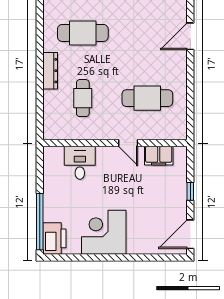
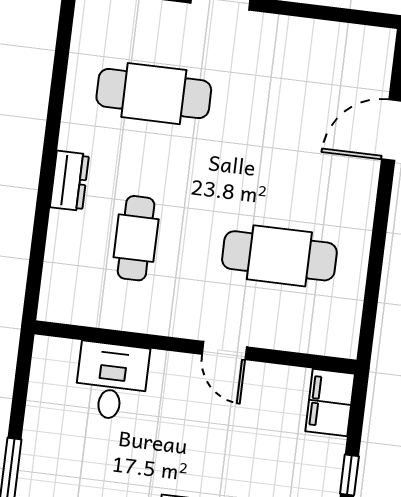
dresser: (50, 71) -> (69, 181), width x0.70
filing cabinet: (159, 156) -> (330, 402), moved, turned 90

